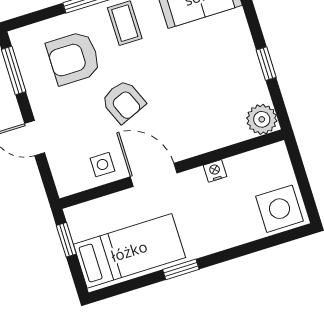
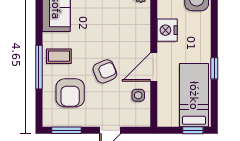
nightstand: (215, 171) -> (167, 30), width x1.89, depth x1.79
window: (66, 240) -> (193, 130), moved

